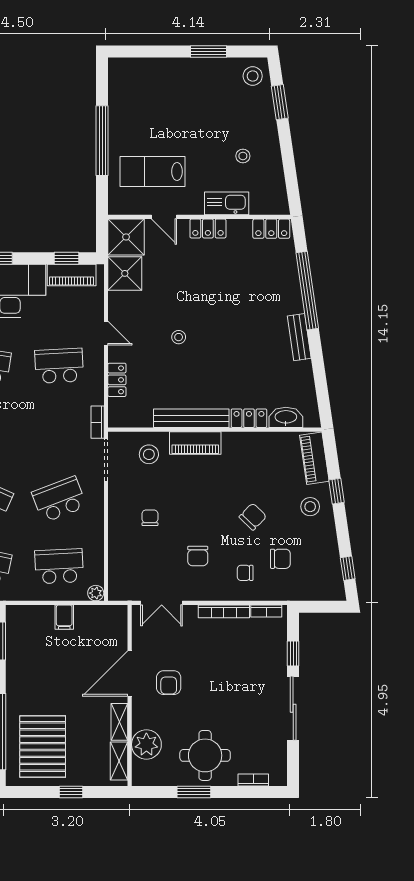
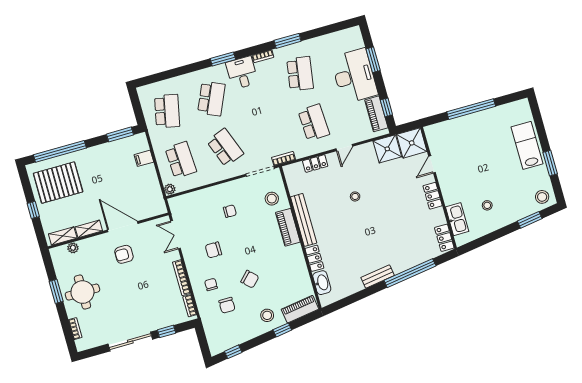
lab bench: (152, 171) -> (527, 145), moved
kitchen sink: (227, 203) -> (457, 219), moved
filing cabinet: (64, 617) -> (144, 158), moved
plant: (146, 744) -> (73, 248), width x0.53, depth x0.53

